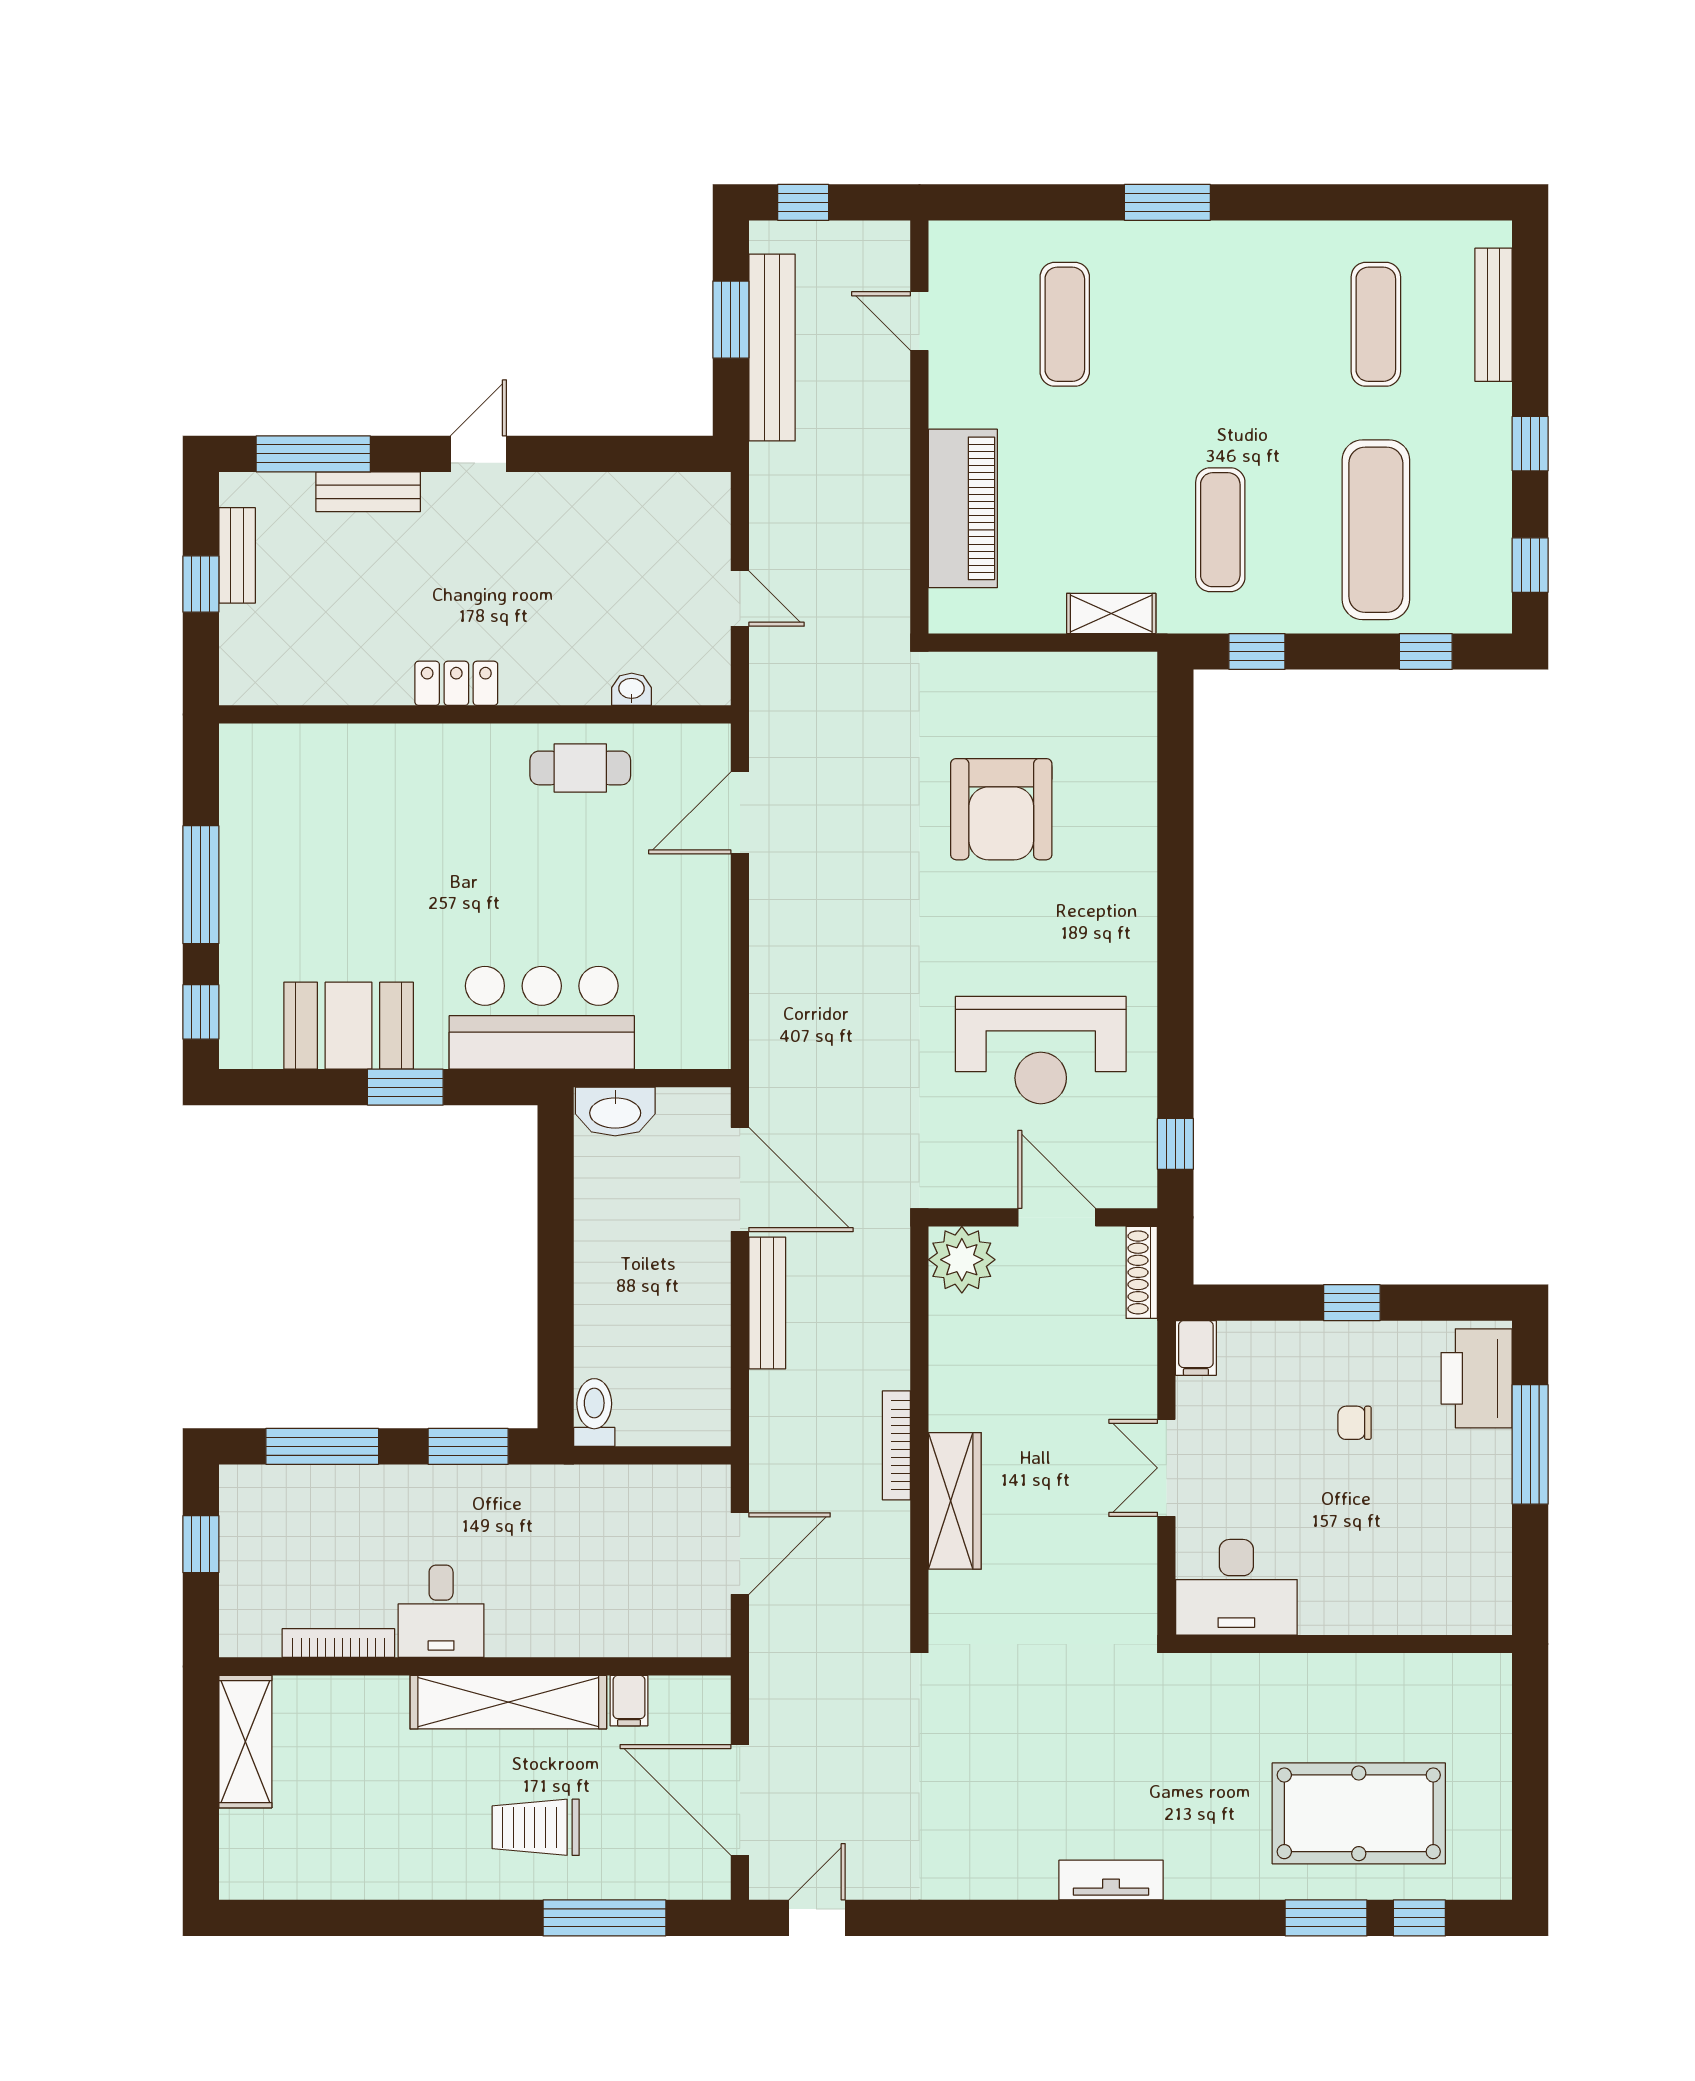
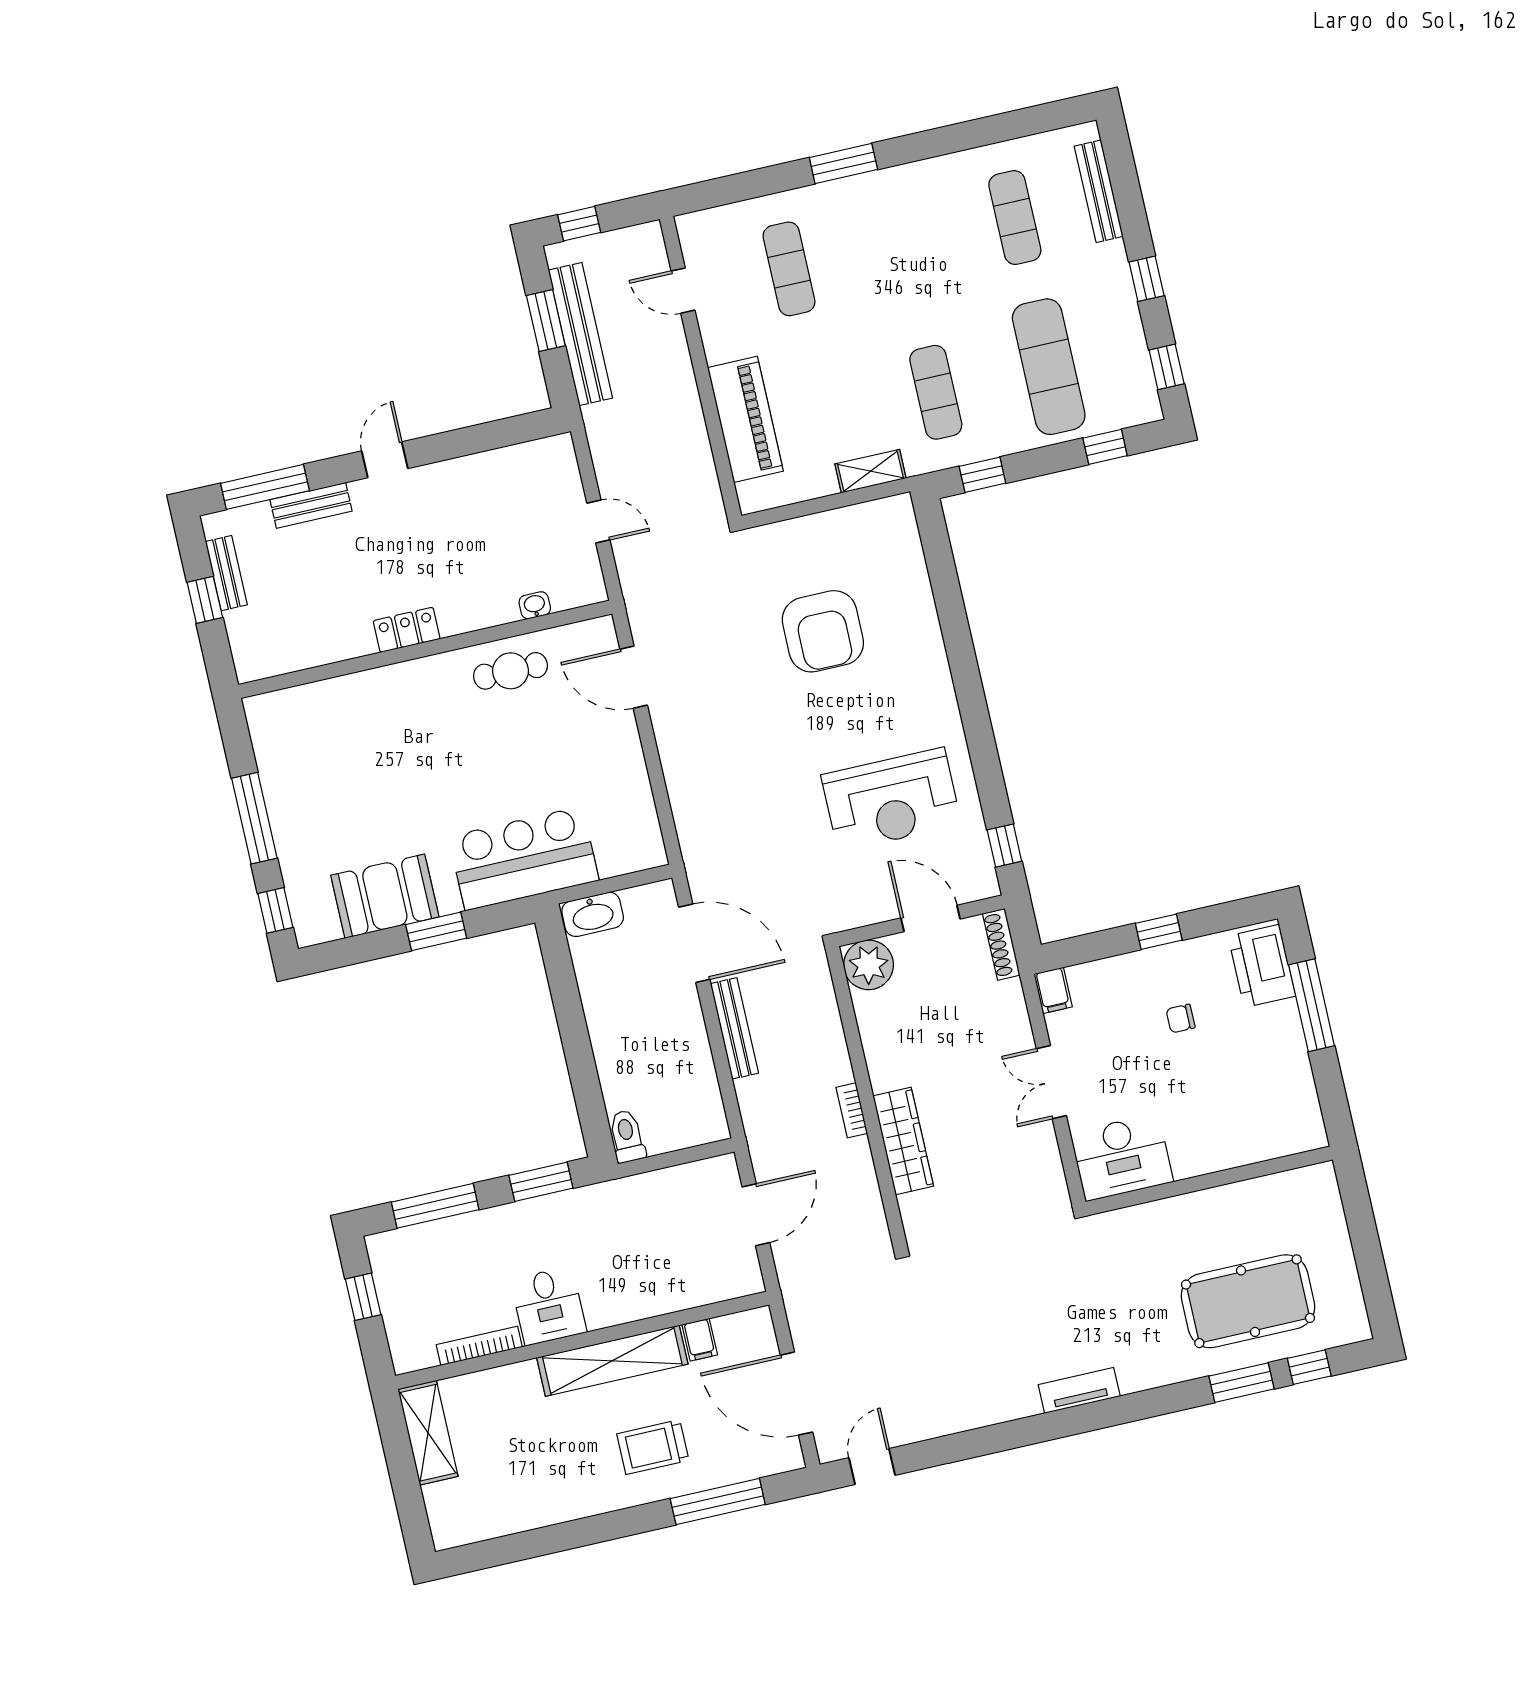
door: (740, 813) -> (634, 677), hinge flipped
bookcase: (896, 1445) -> (852, 1110), width x0.64

